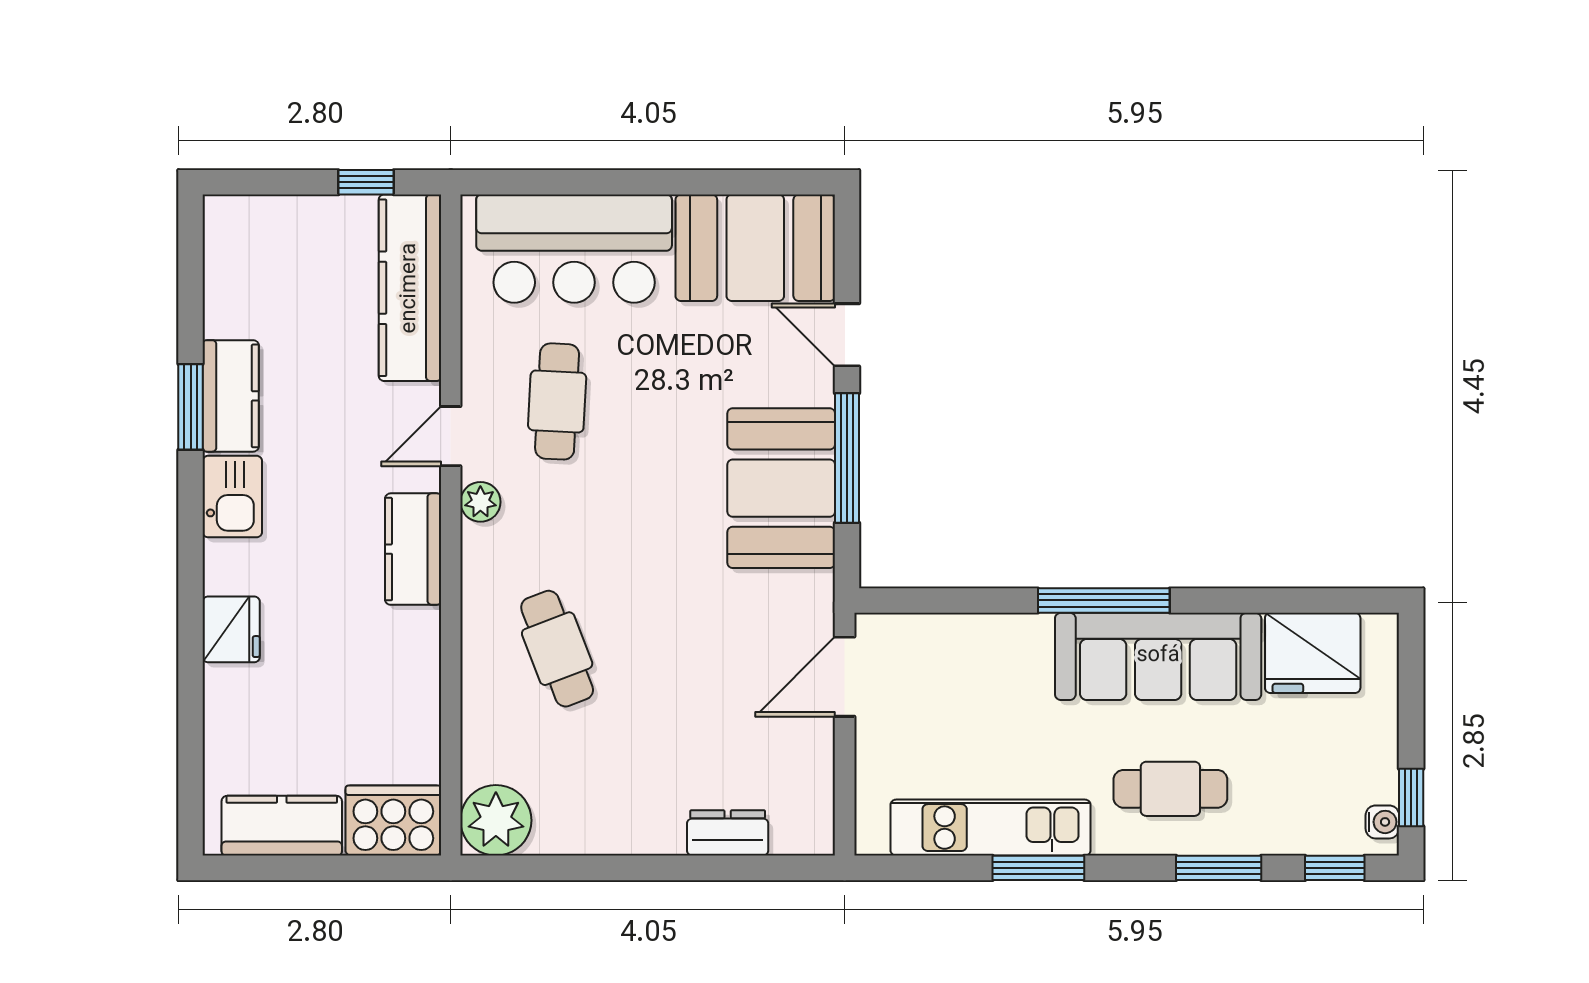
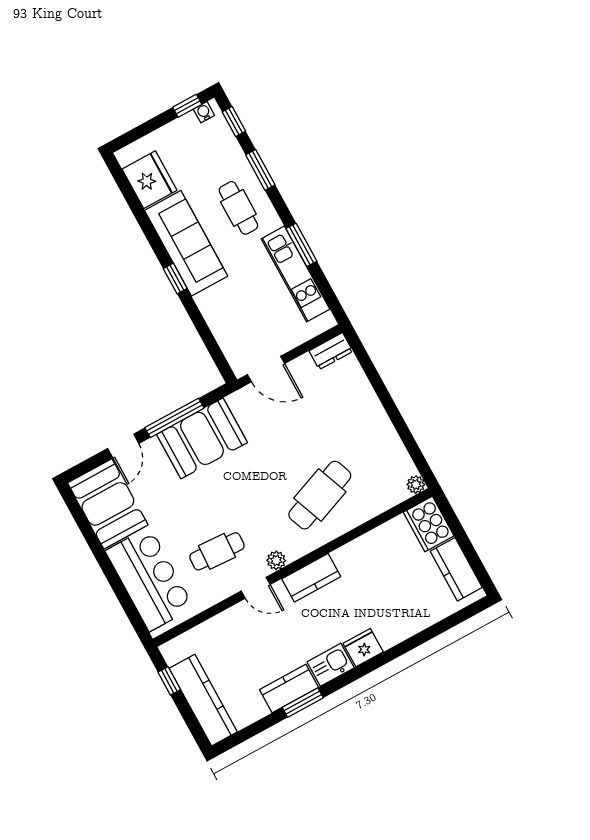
kitchen counter: (410, 288) -> (203, 700), moved, turned -90
window: (1104, 600) -> (175, 279), width x0.46
fridge: (231, 629) -> (363, 648), moved
cafe table: (557, 649) -> (320, 495), width x1.37, depth x1.35
plant: (496, 820) -> (416, 485), width x0.53, depth x0.53
dresser: (728, 833) -> (331, 351), moved, turned -90

